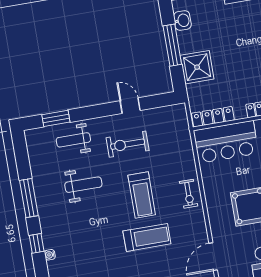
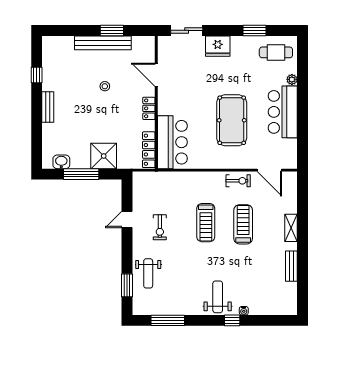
exercise bike: (128, 144) -> (160, 227), width x0.73, depth x0.72
weight bench: (83, 185) -> (218, 297), moved
exercise bike: (189, 194) -> (238, 181), moved
treadmill: (142, 195) -> (206, 223), turned 90
window: (29, 198) -> (168, 320), moved

